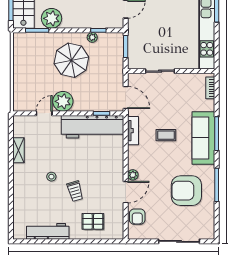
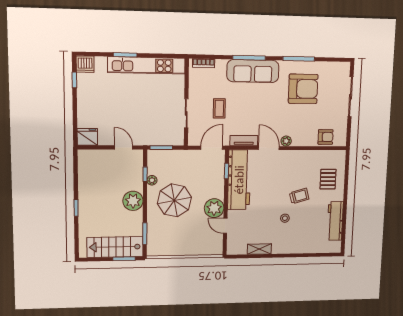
plant: (52, 18) -> (133, 201), moved
coffee table: (166, 135) -> (219, 108), moved
armchair: (186, 191) -> (303, 89), turned -90
door: (126, 192) -> (269, 148), moved

